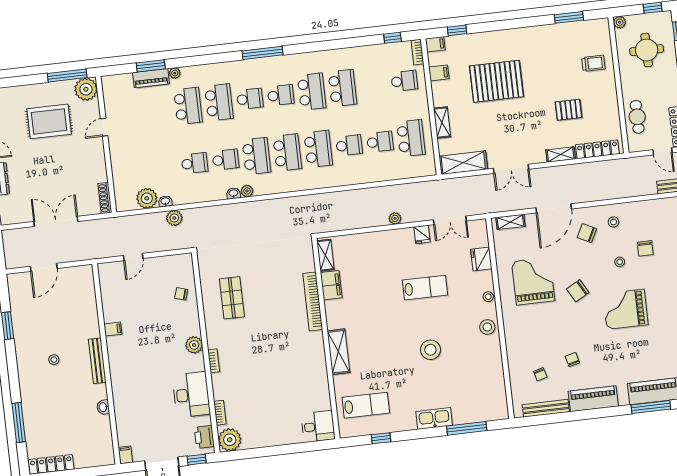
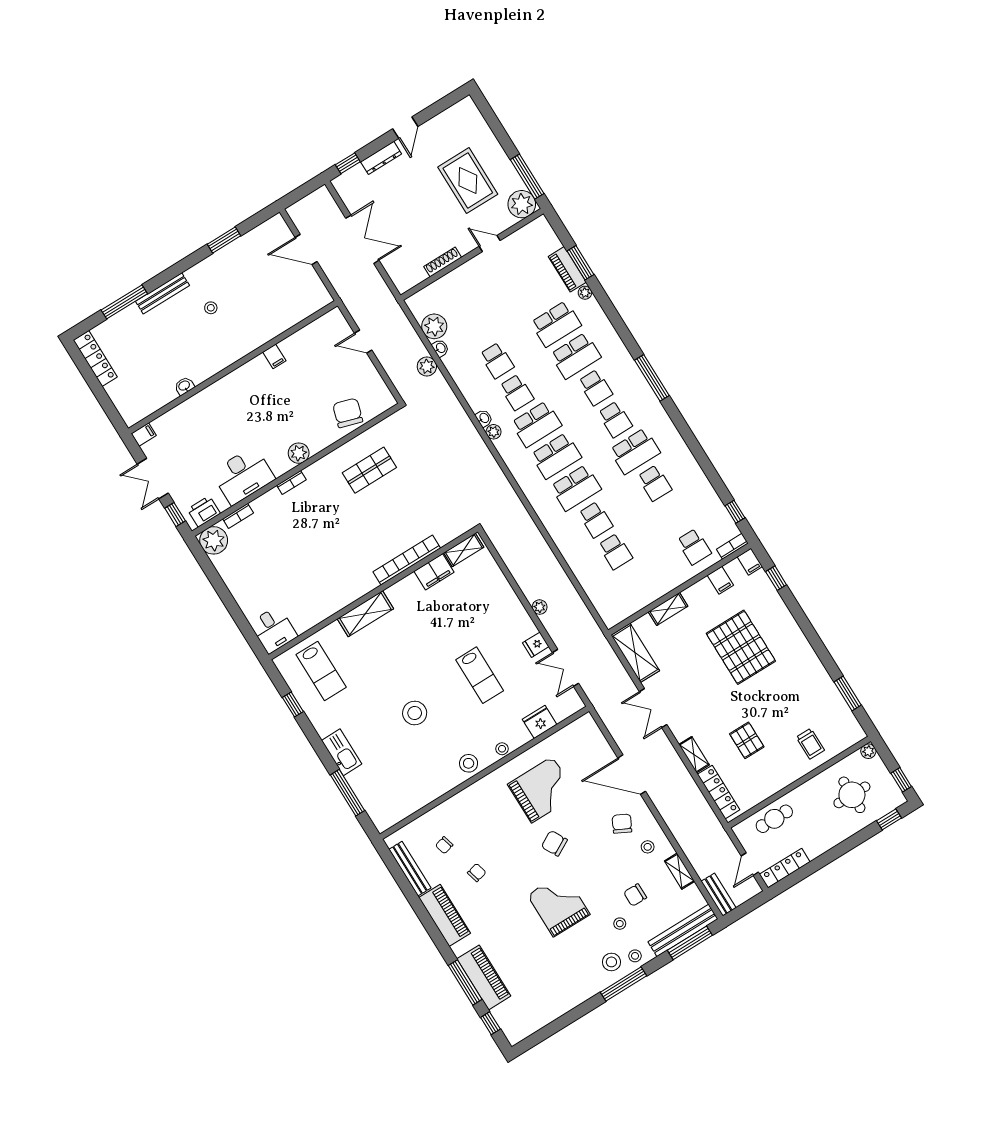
school desk: (342, 88) -> (655, 483), width x0.54
school desk: (411, 138) -> (635, 583), removed
shoe rack: (105, 198) -> (443, 262), moved
shelving: (510, 222) -> (680, 871), moved
stool: (620, 262) -> (620, 924), moved
chair: (181, 294) -> (348, 413), width x1.87, depth x1.87
bench: (97, 361) -> (163, 293), moved

